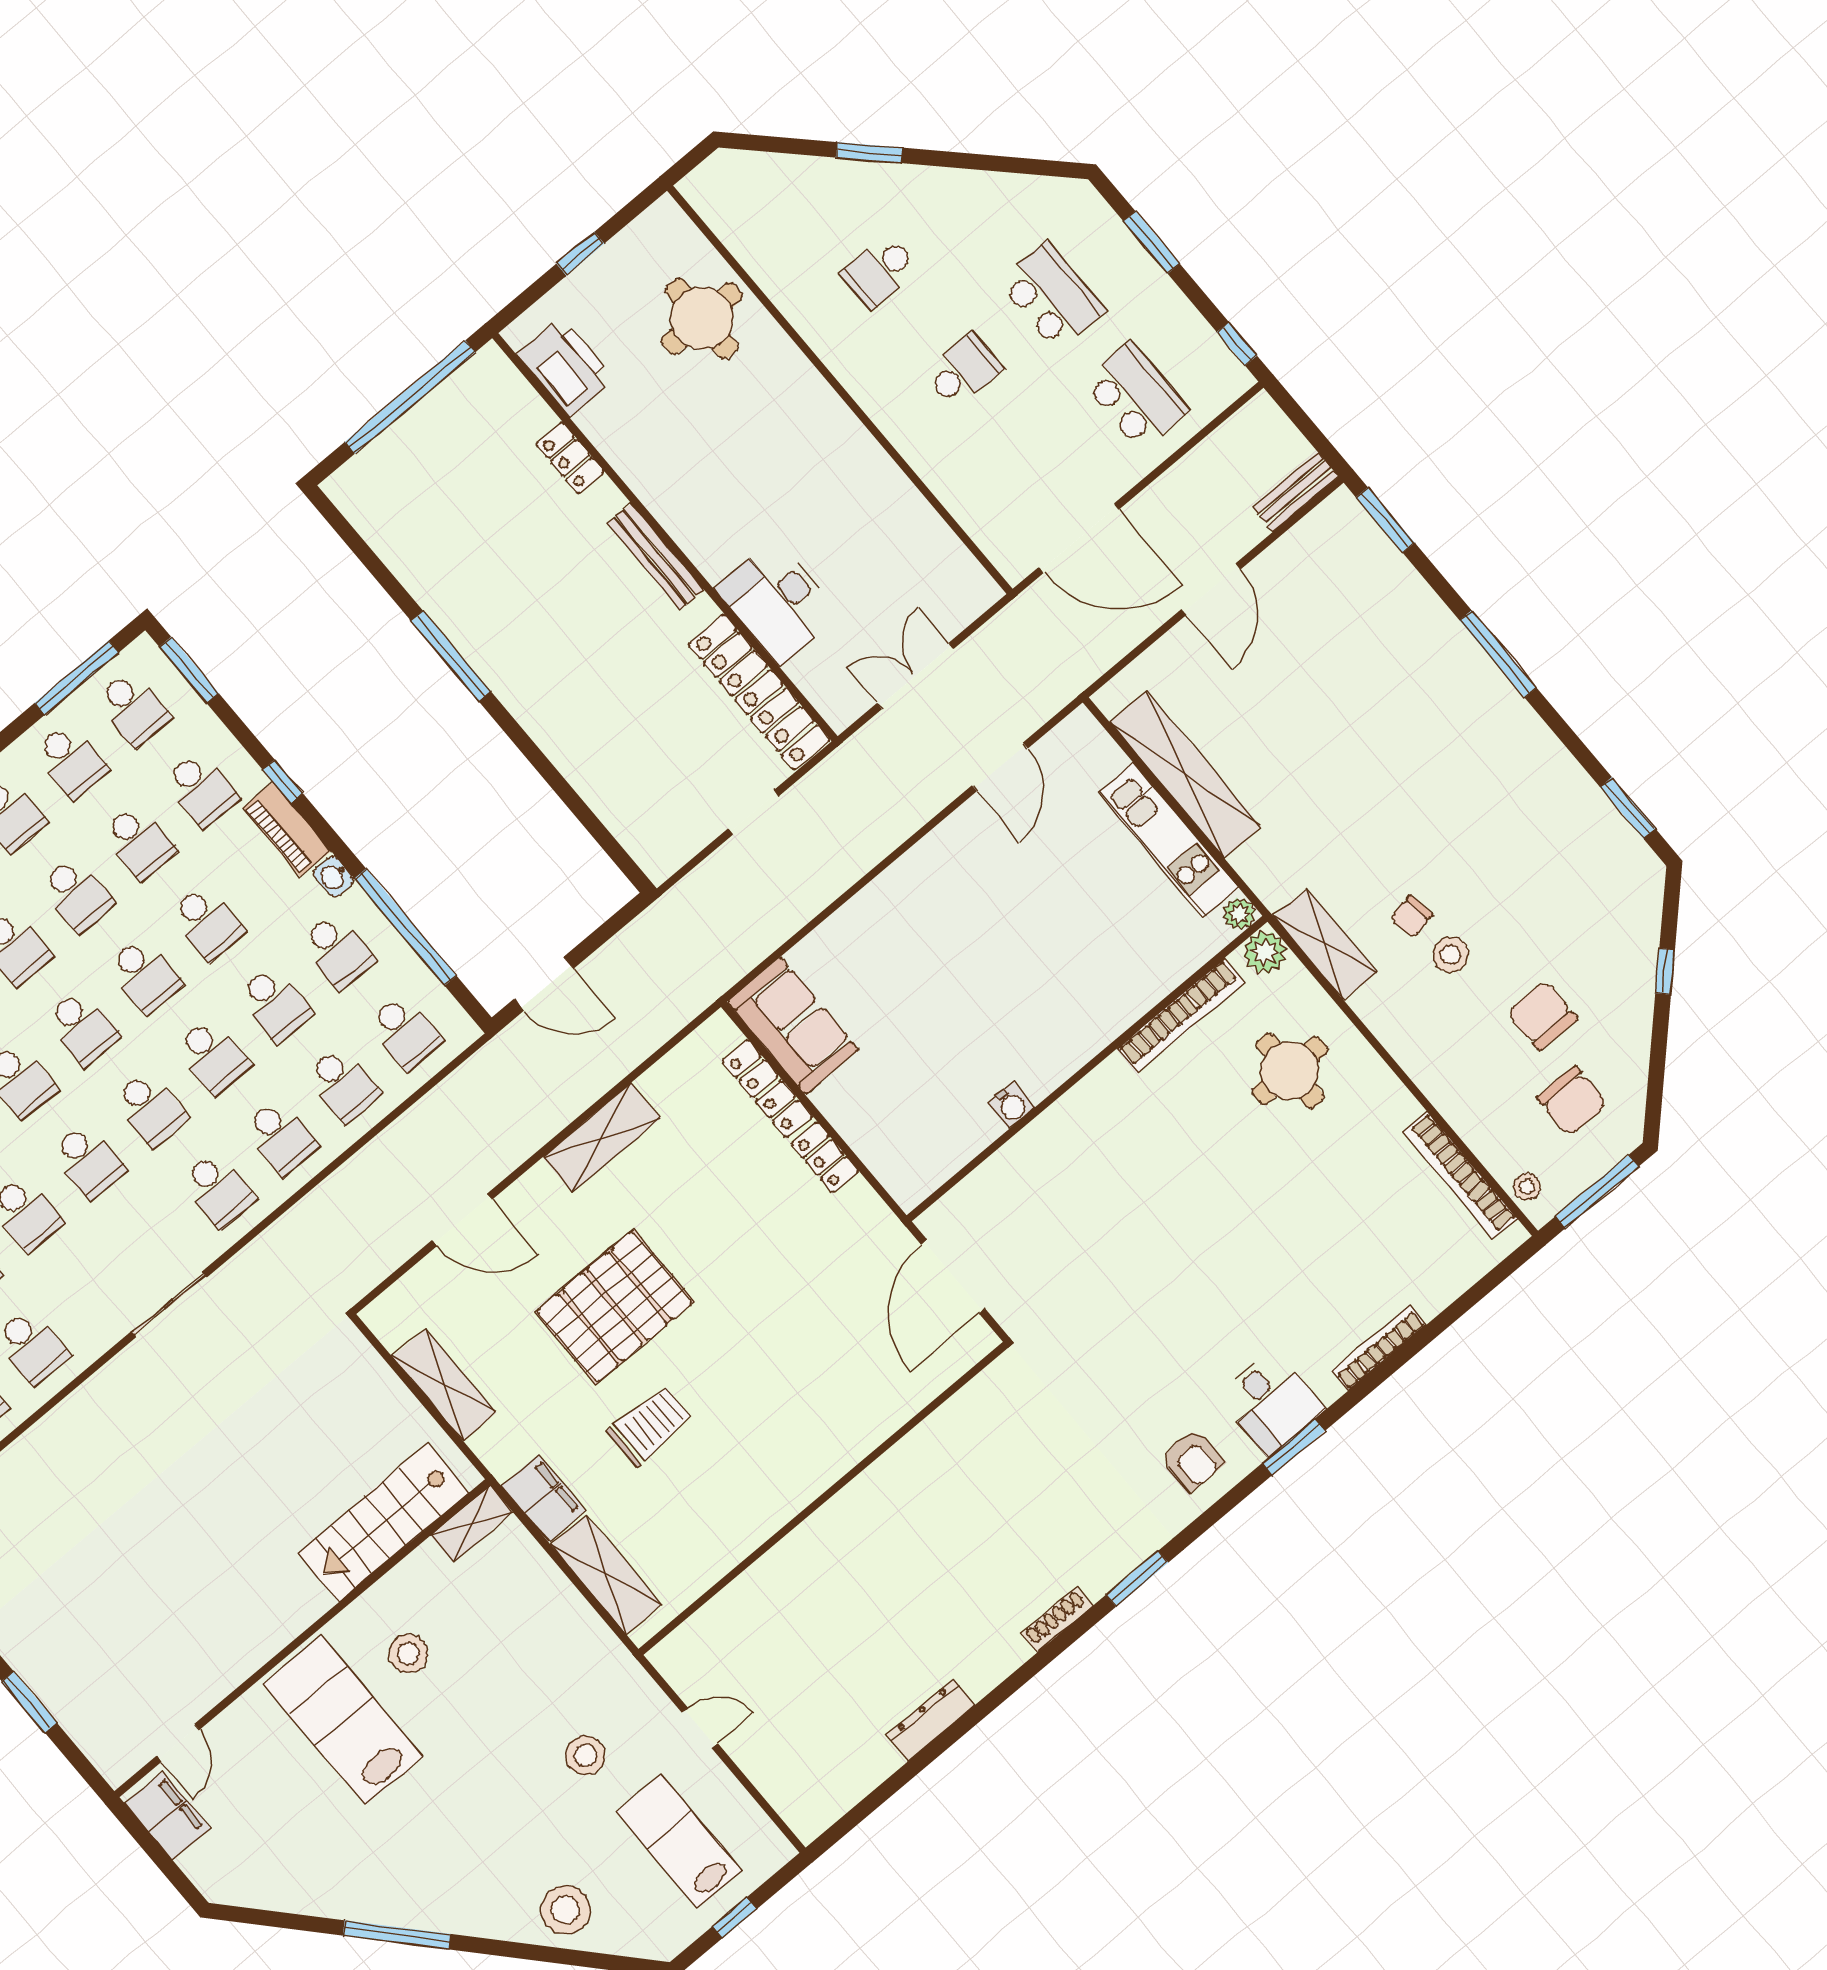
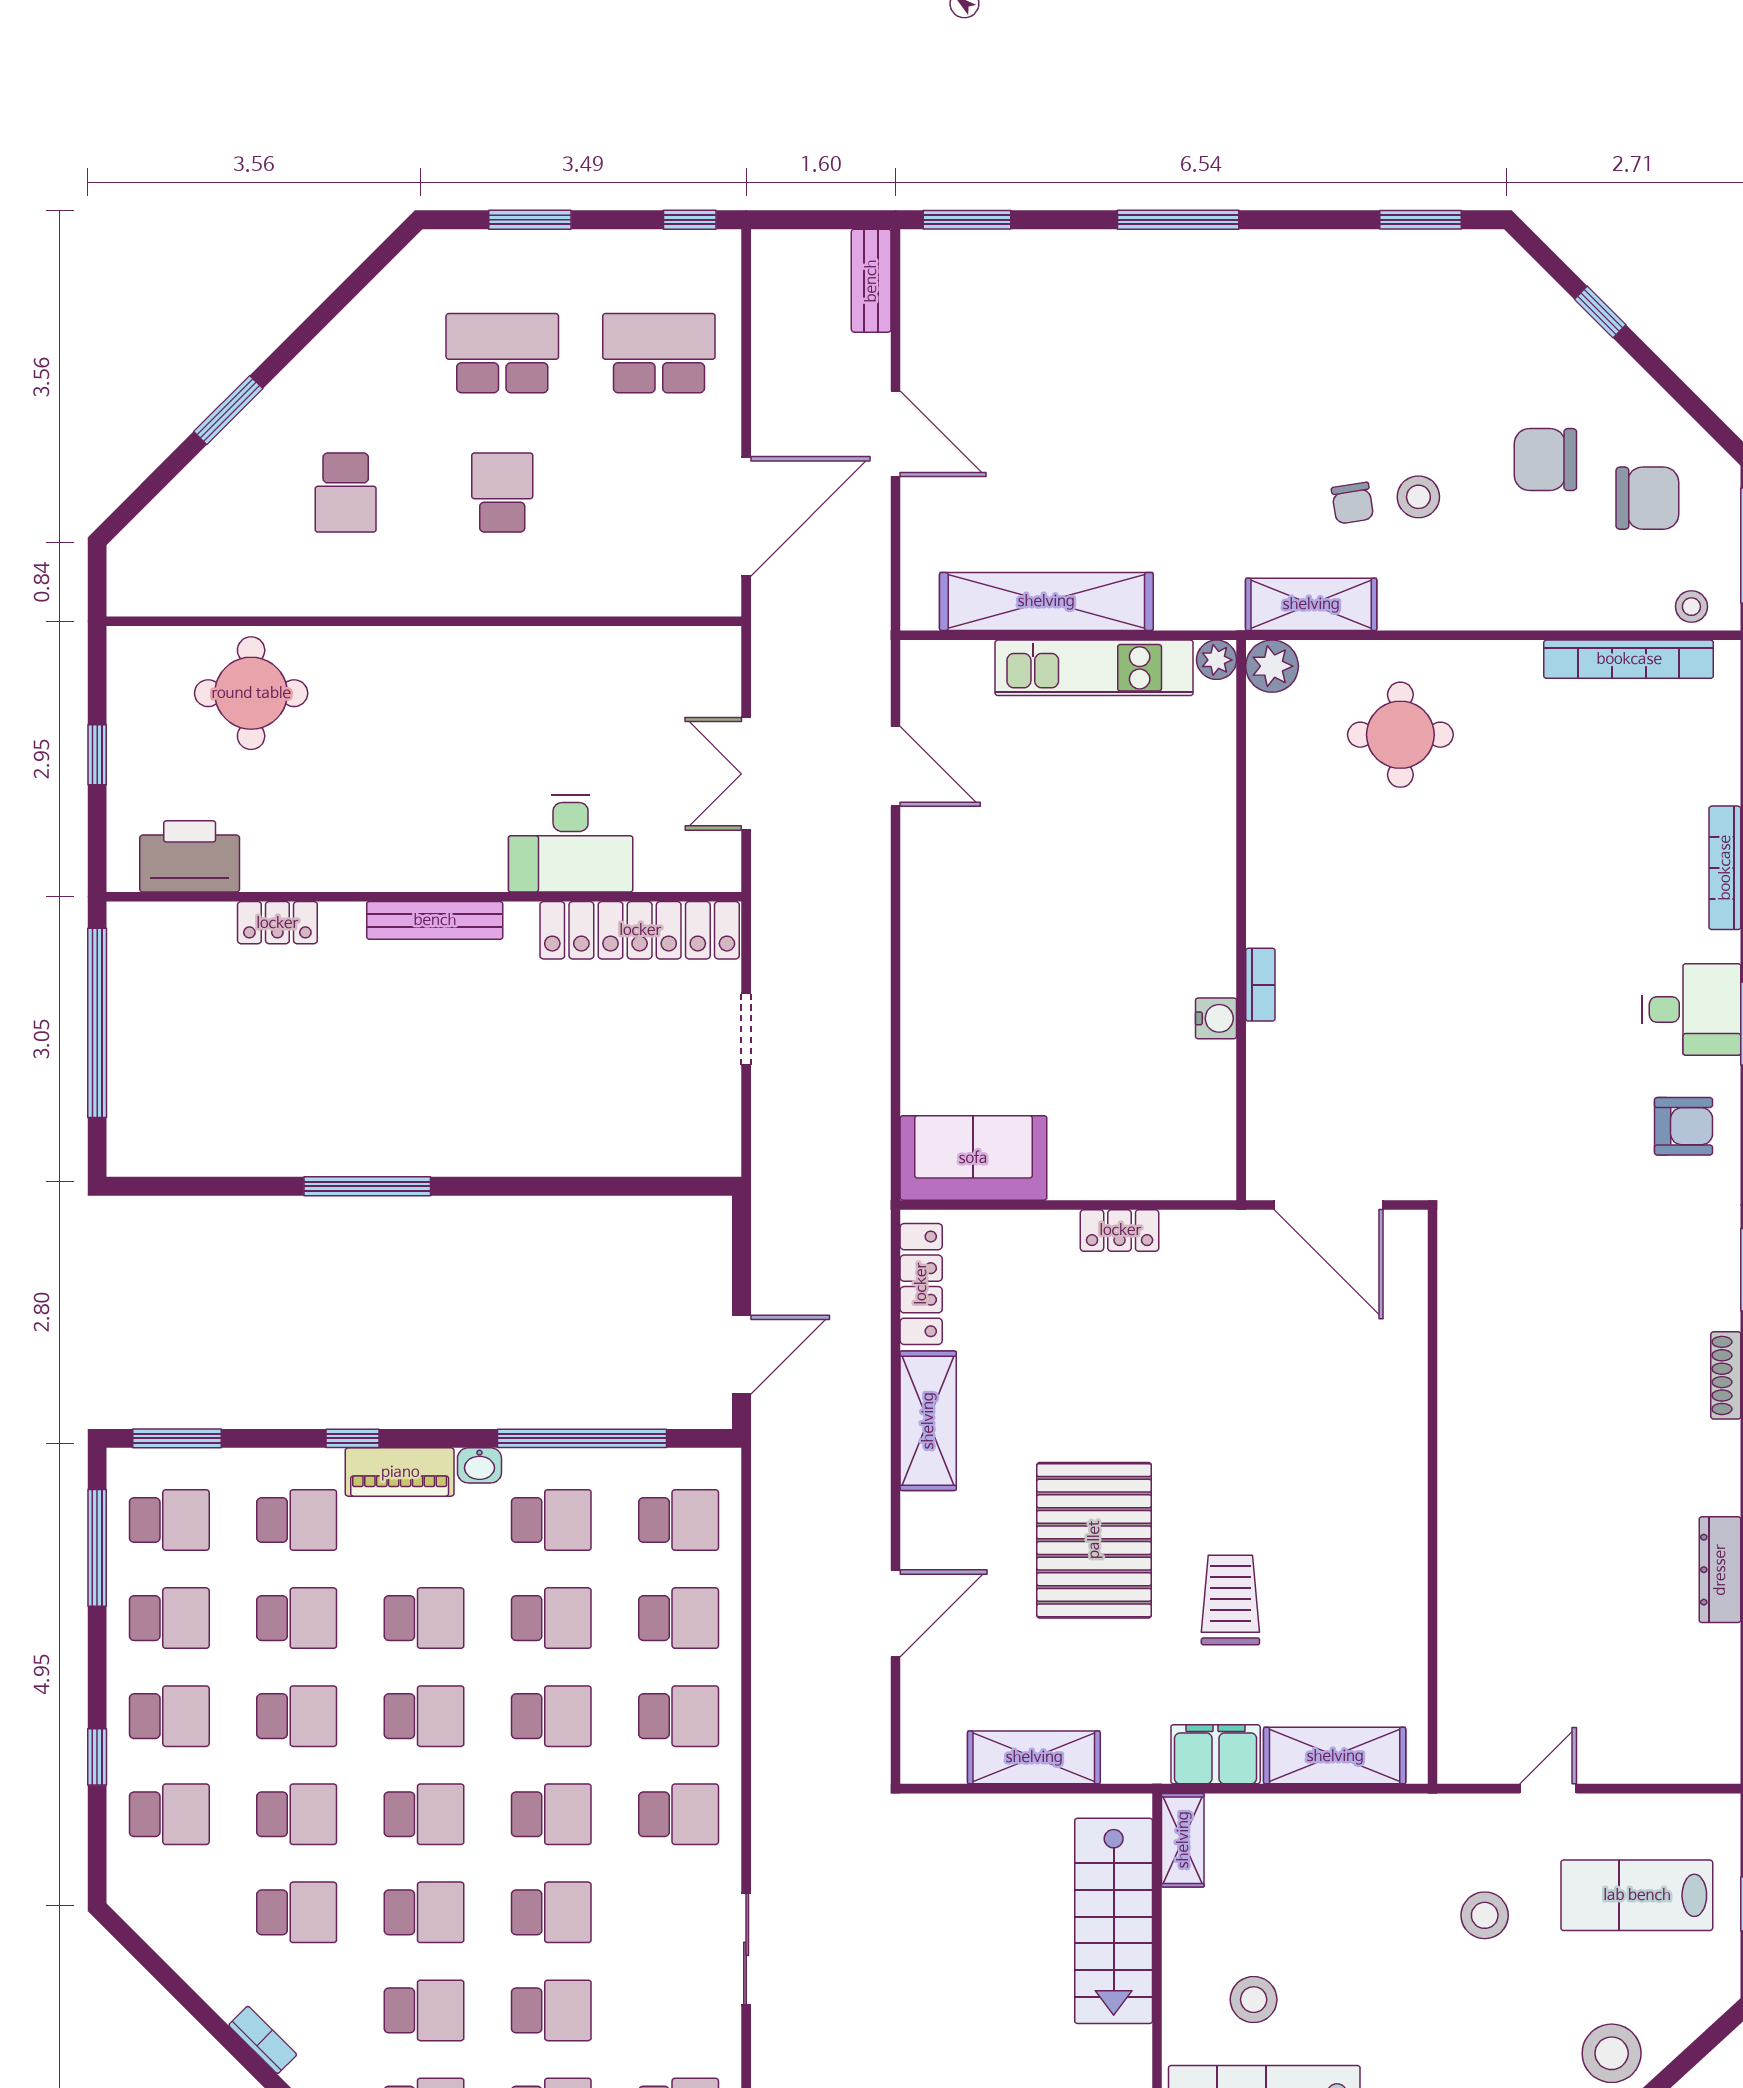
bookcase: (1181, 1016) -> (1260, 985), moved, width x0.43, depth x0.76
locker: (767, 1089) -> (921, 1284), moved, turned -90

